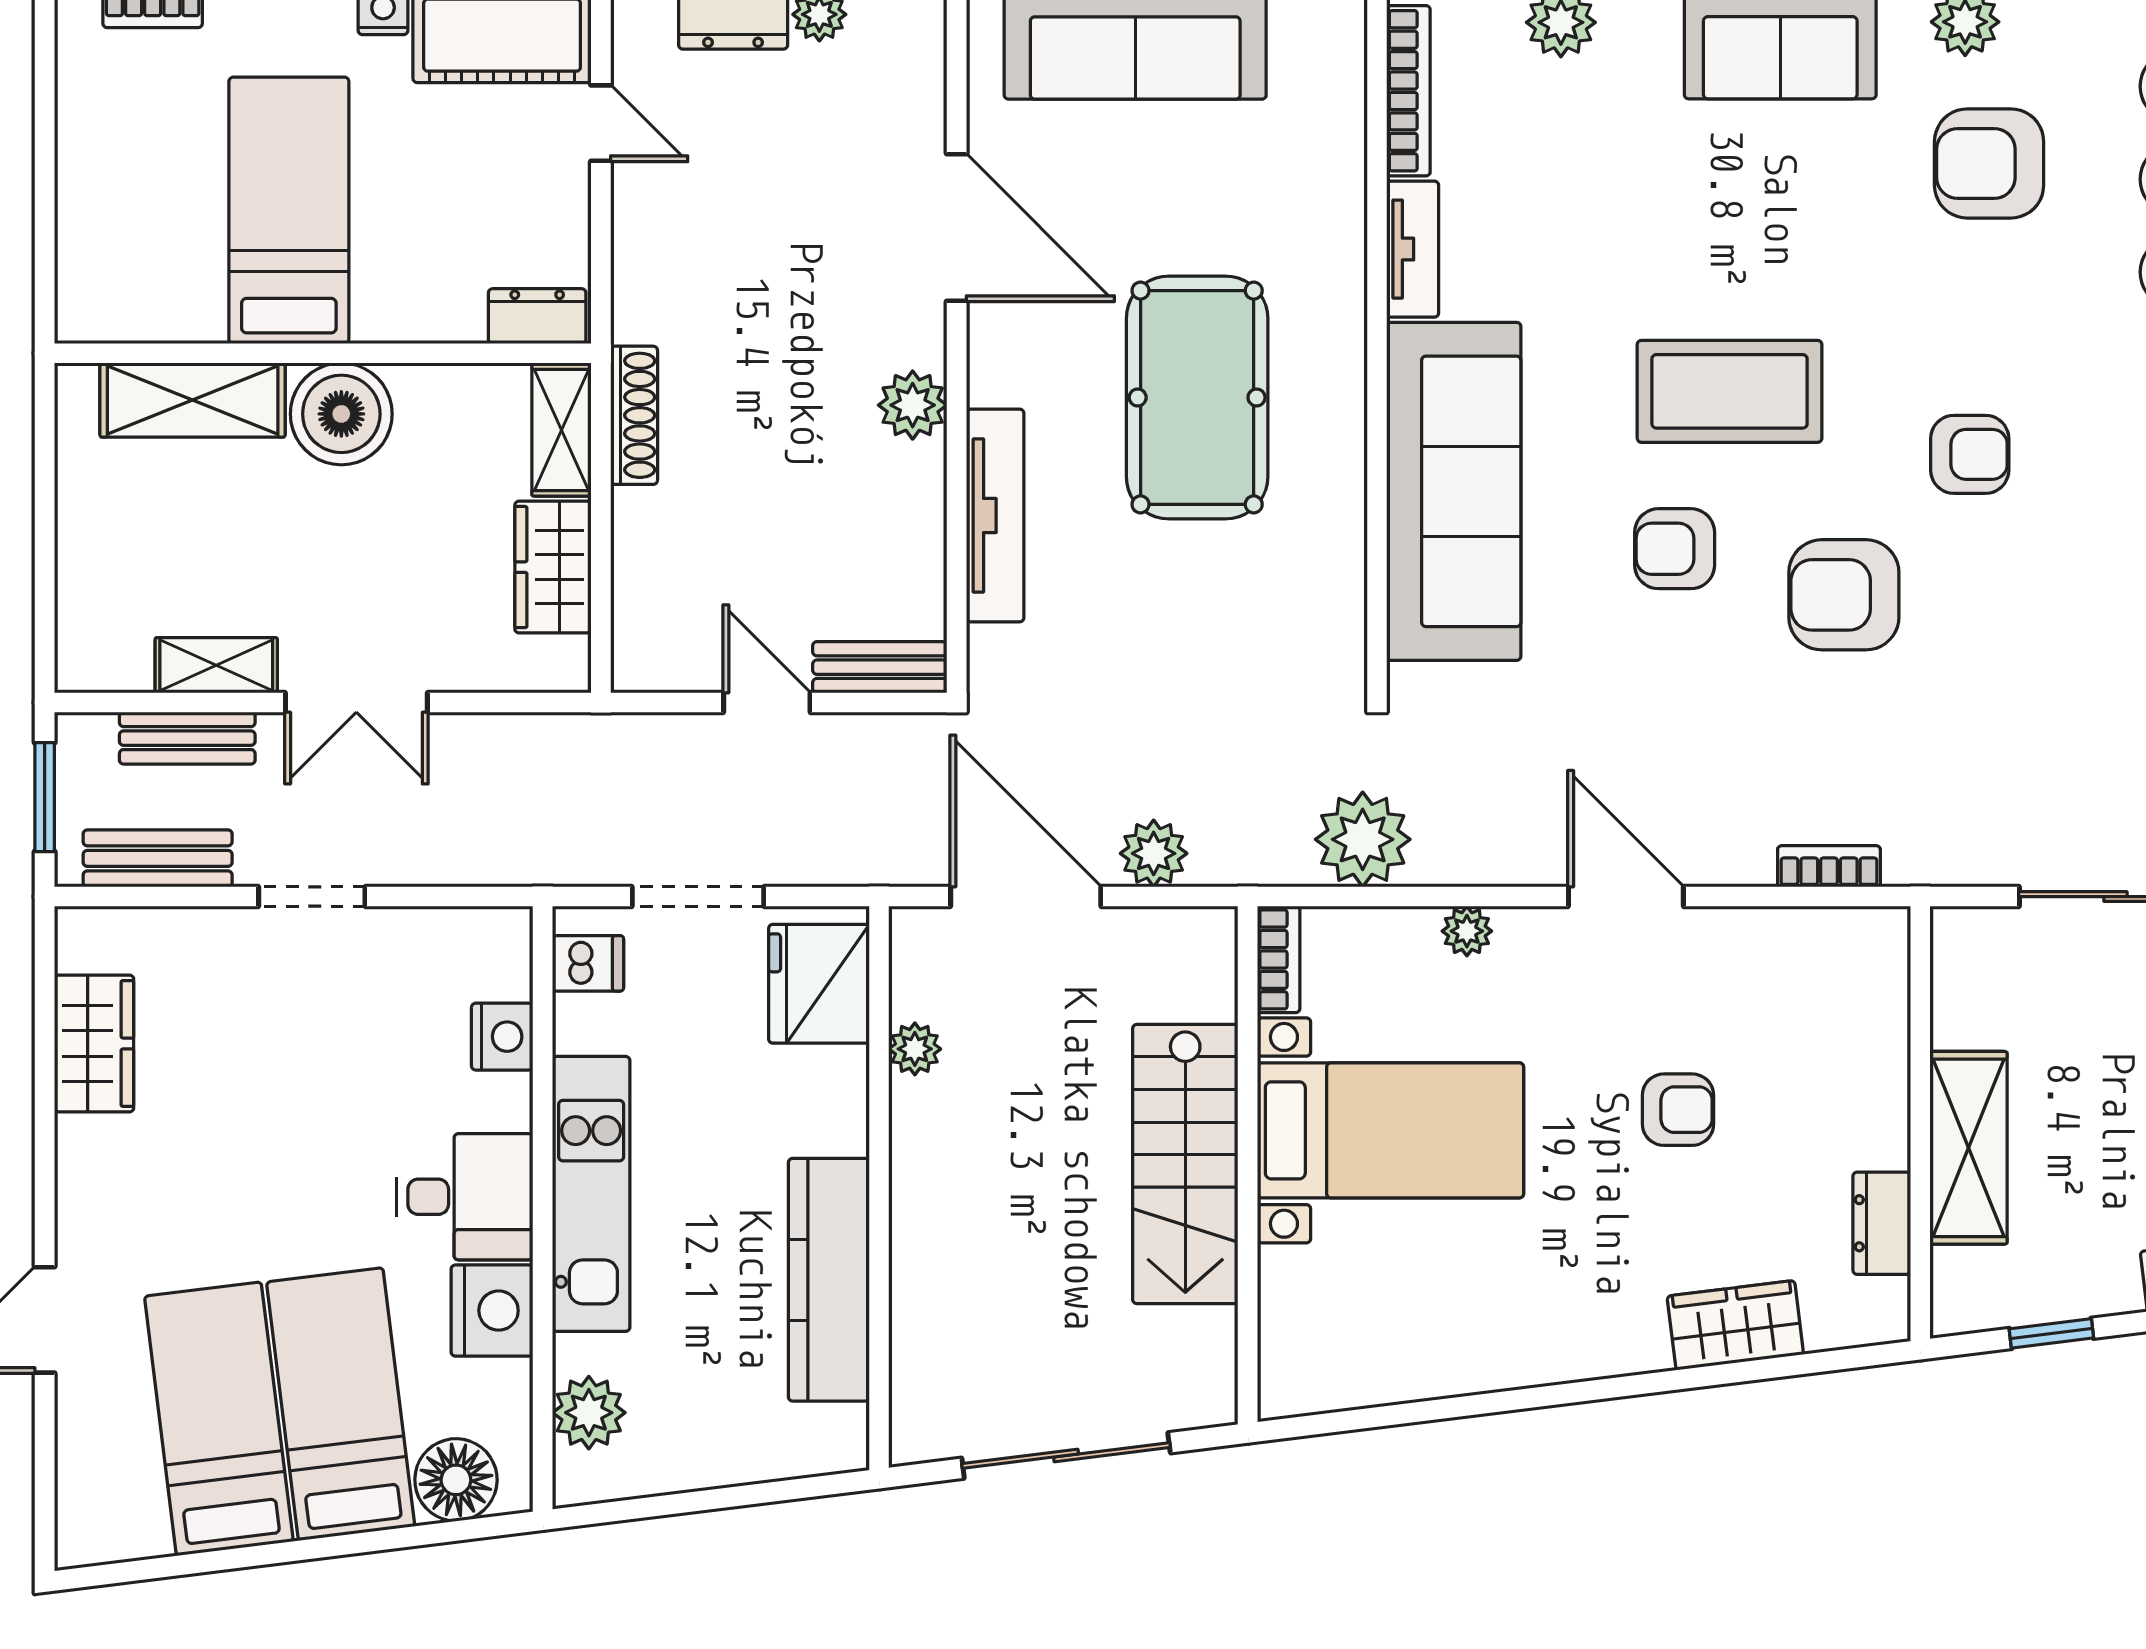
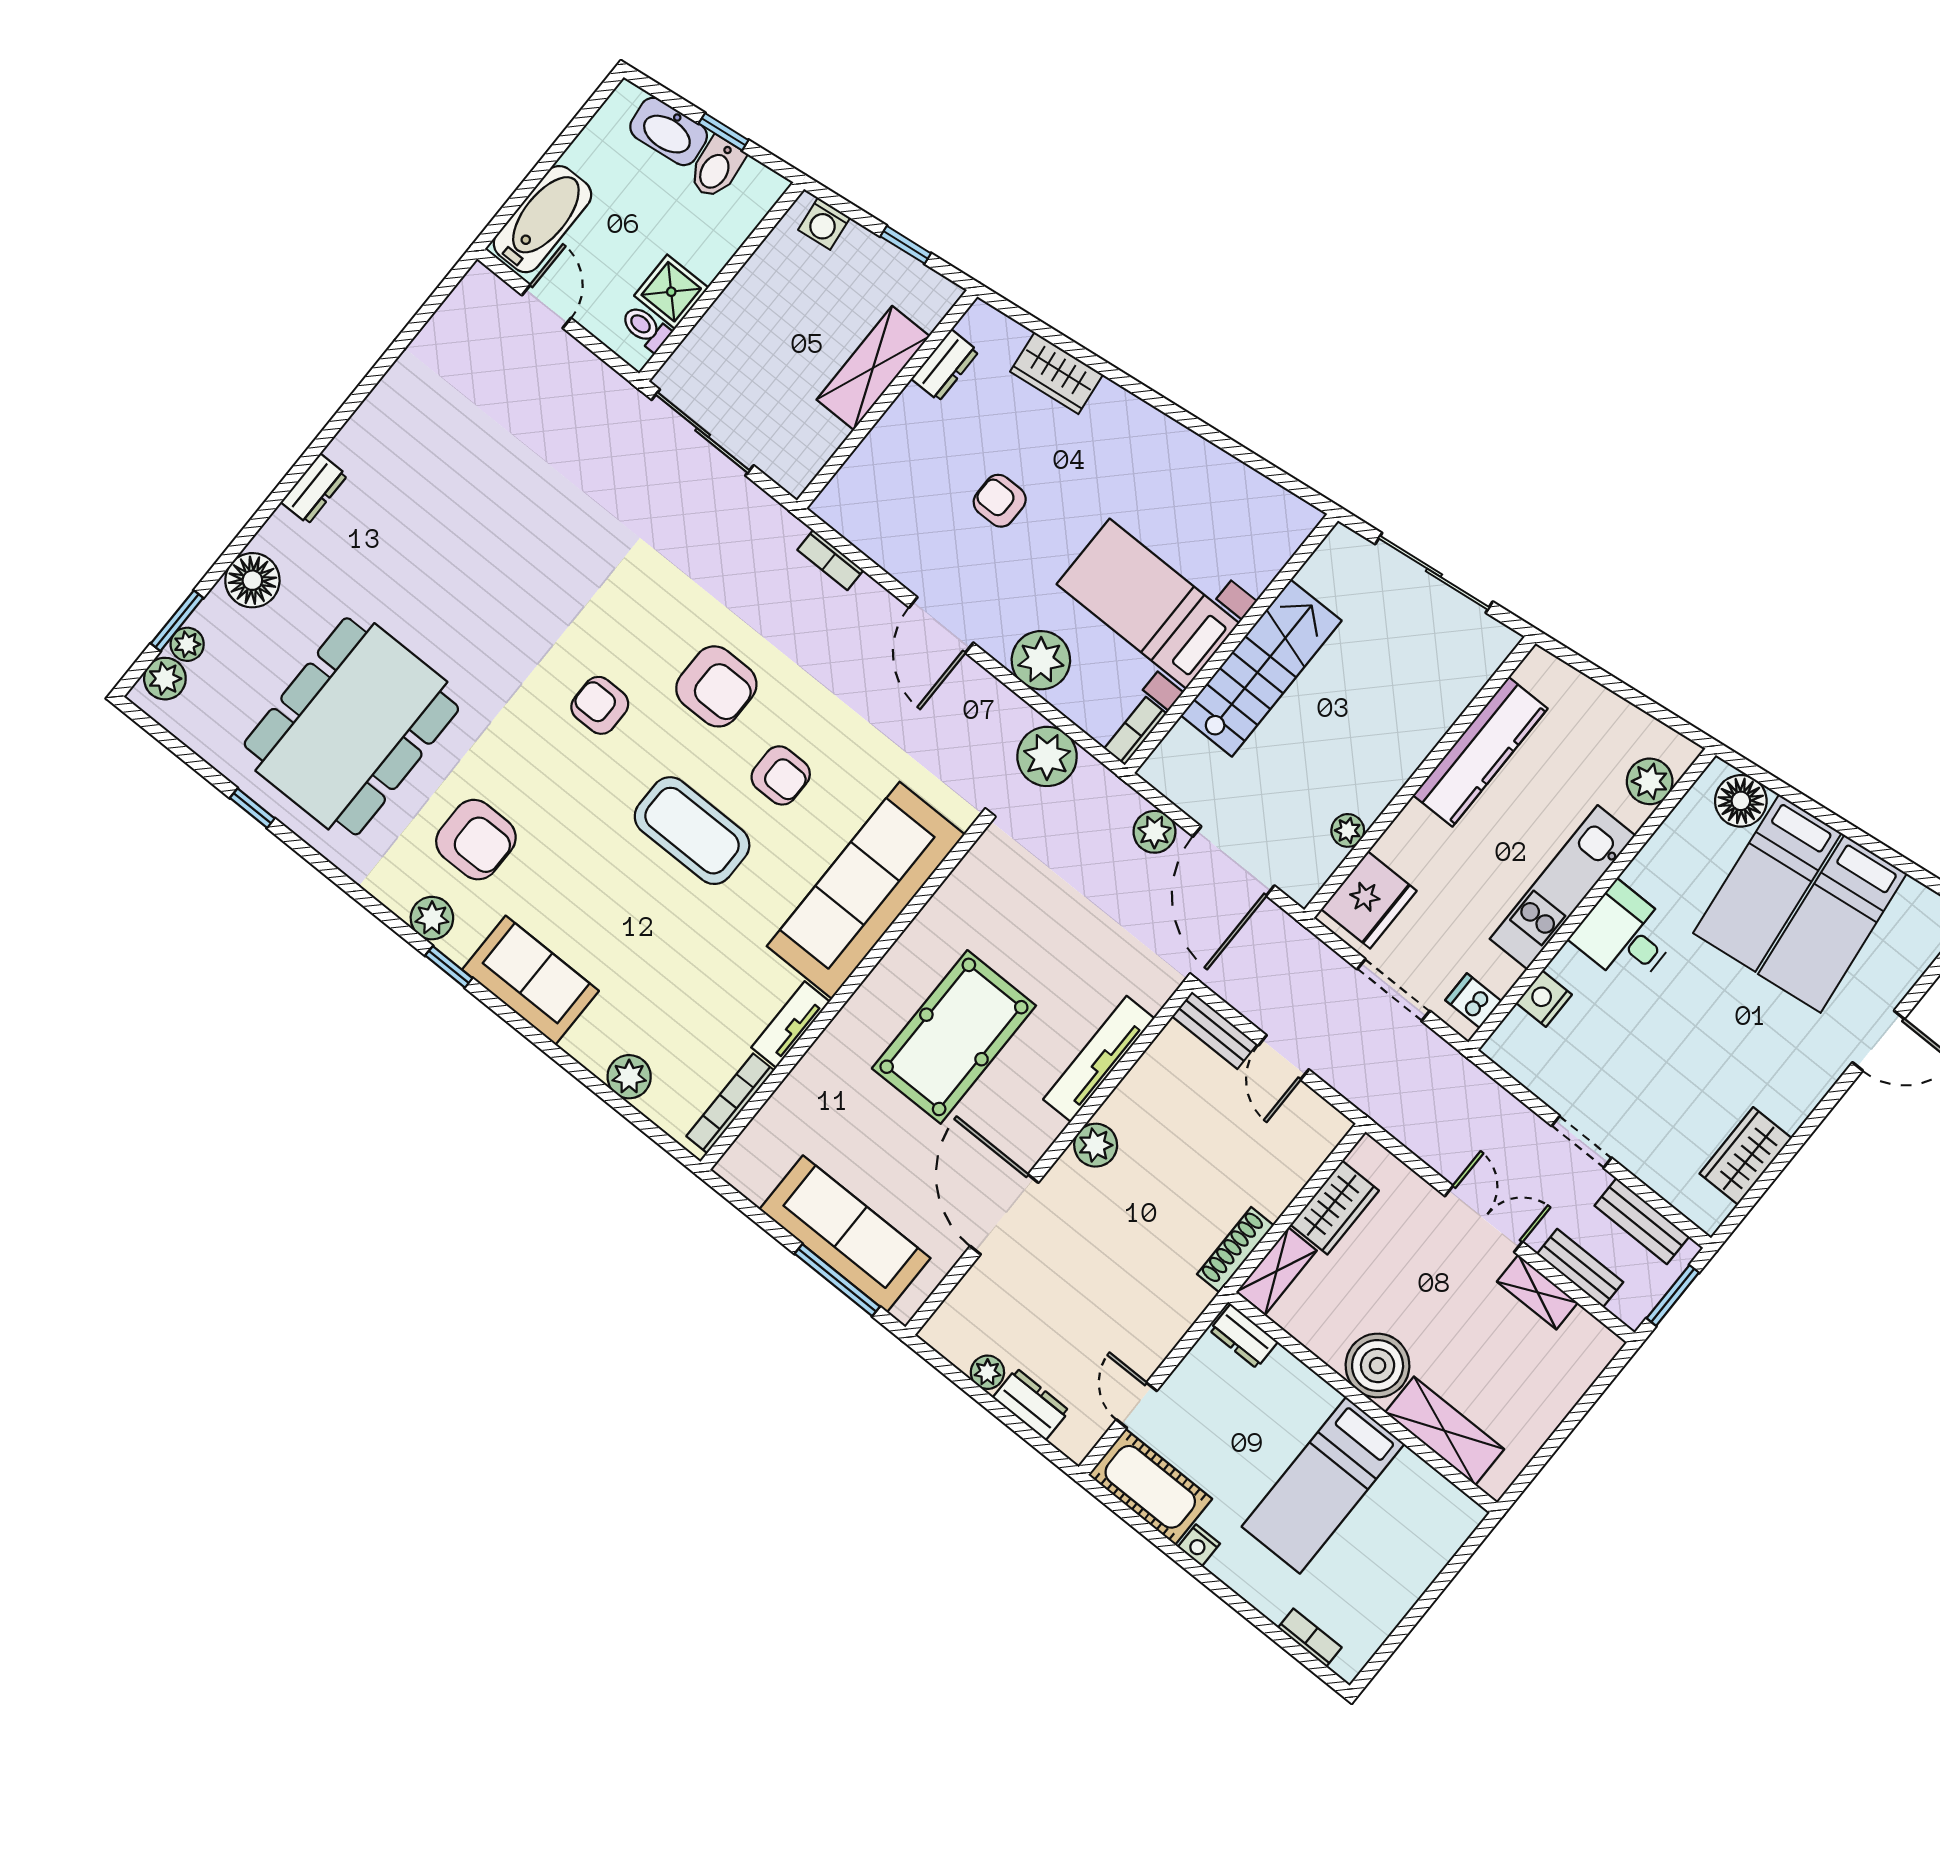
plant: (1467, 931) -> (1041, 660), width x1.87, depth x1.87
nightstand: (492, 1311) -> (1657, 869), removed

